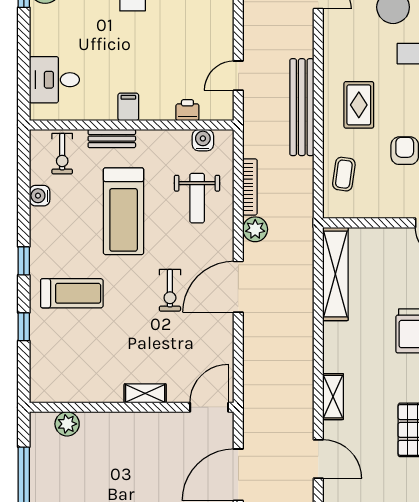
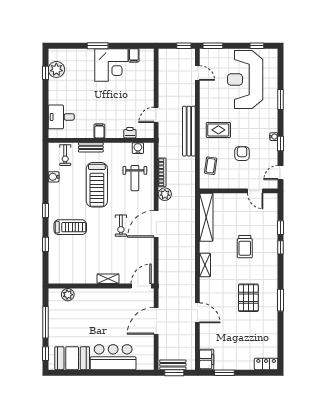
rug: (359, 105) -> (218, 130), turned 90
shelving: (333, 397) -> (205, 265), moved

